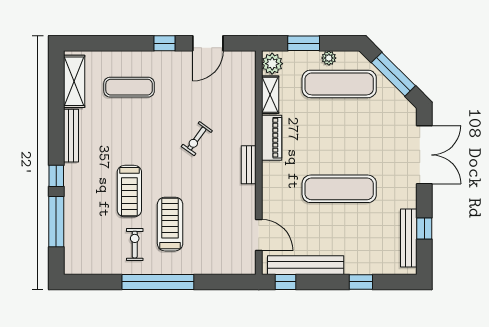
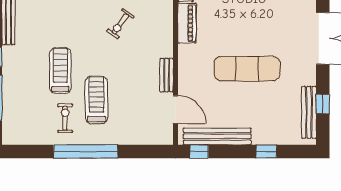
bench: (249, 165) -> (167, 75), moved
treadmill: (129, 191) -> (60, 71), turned 180

